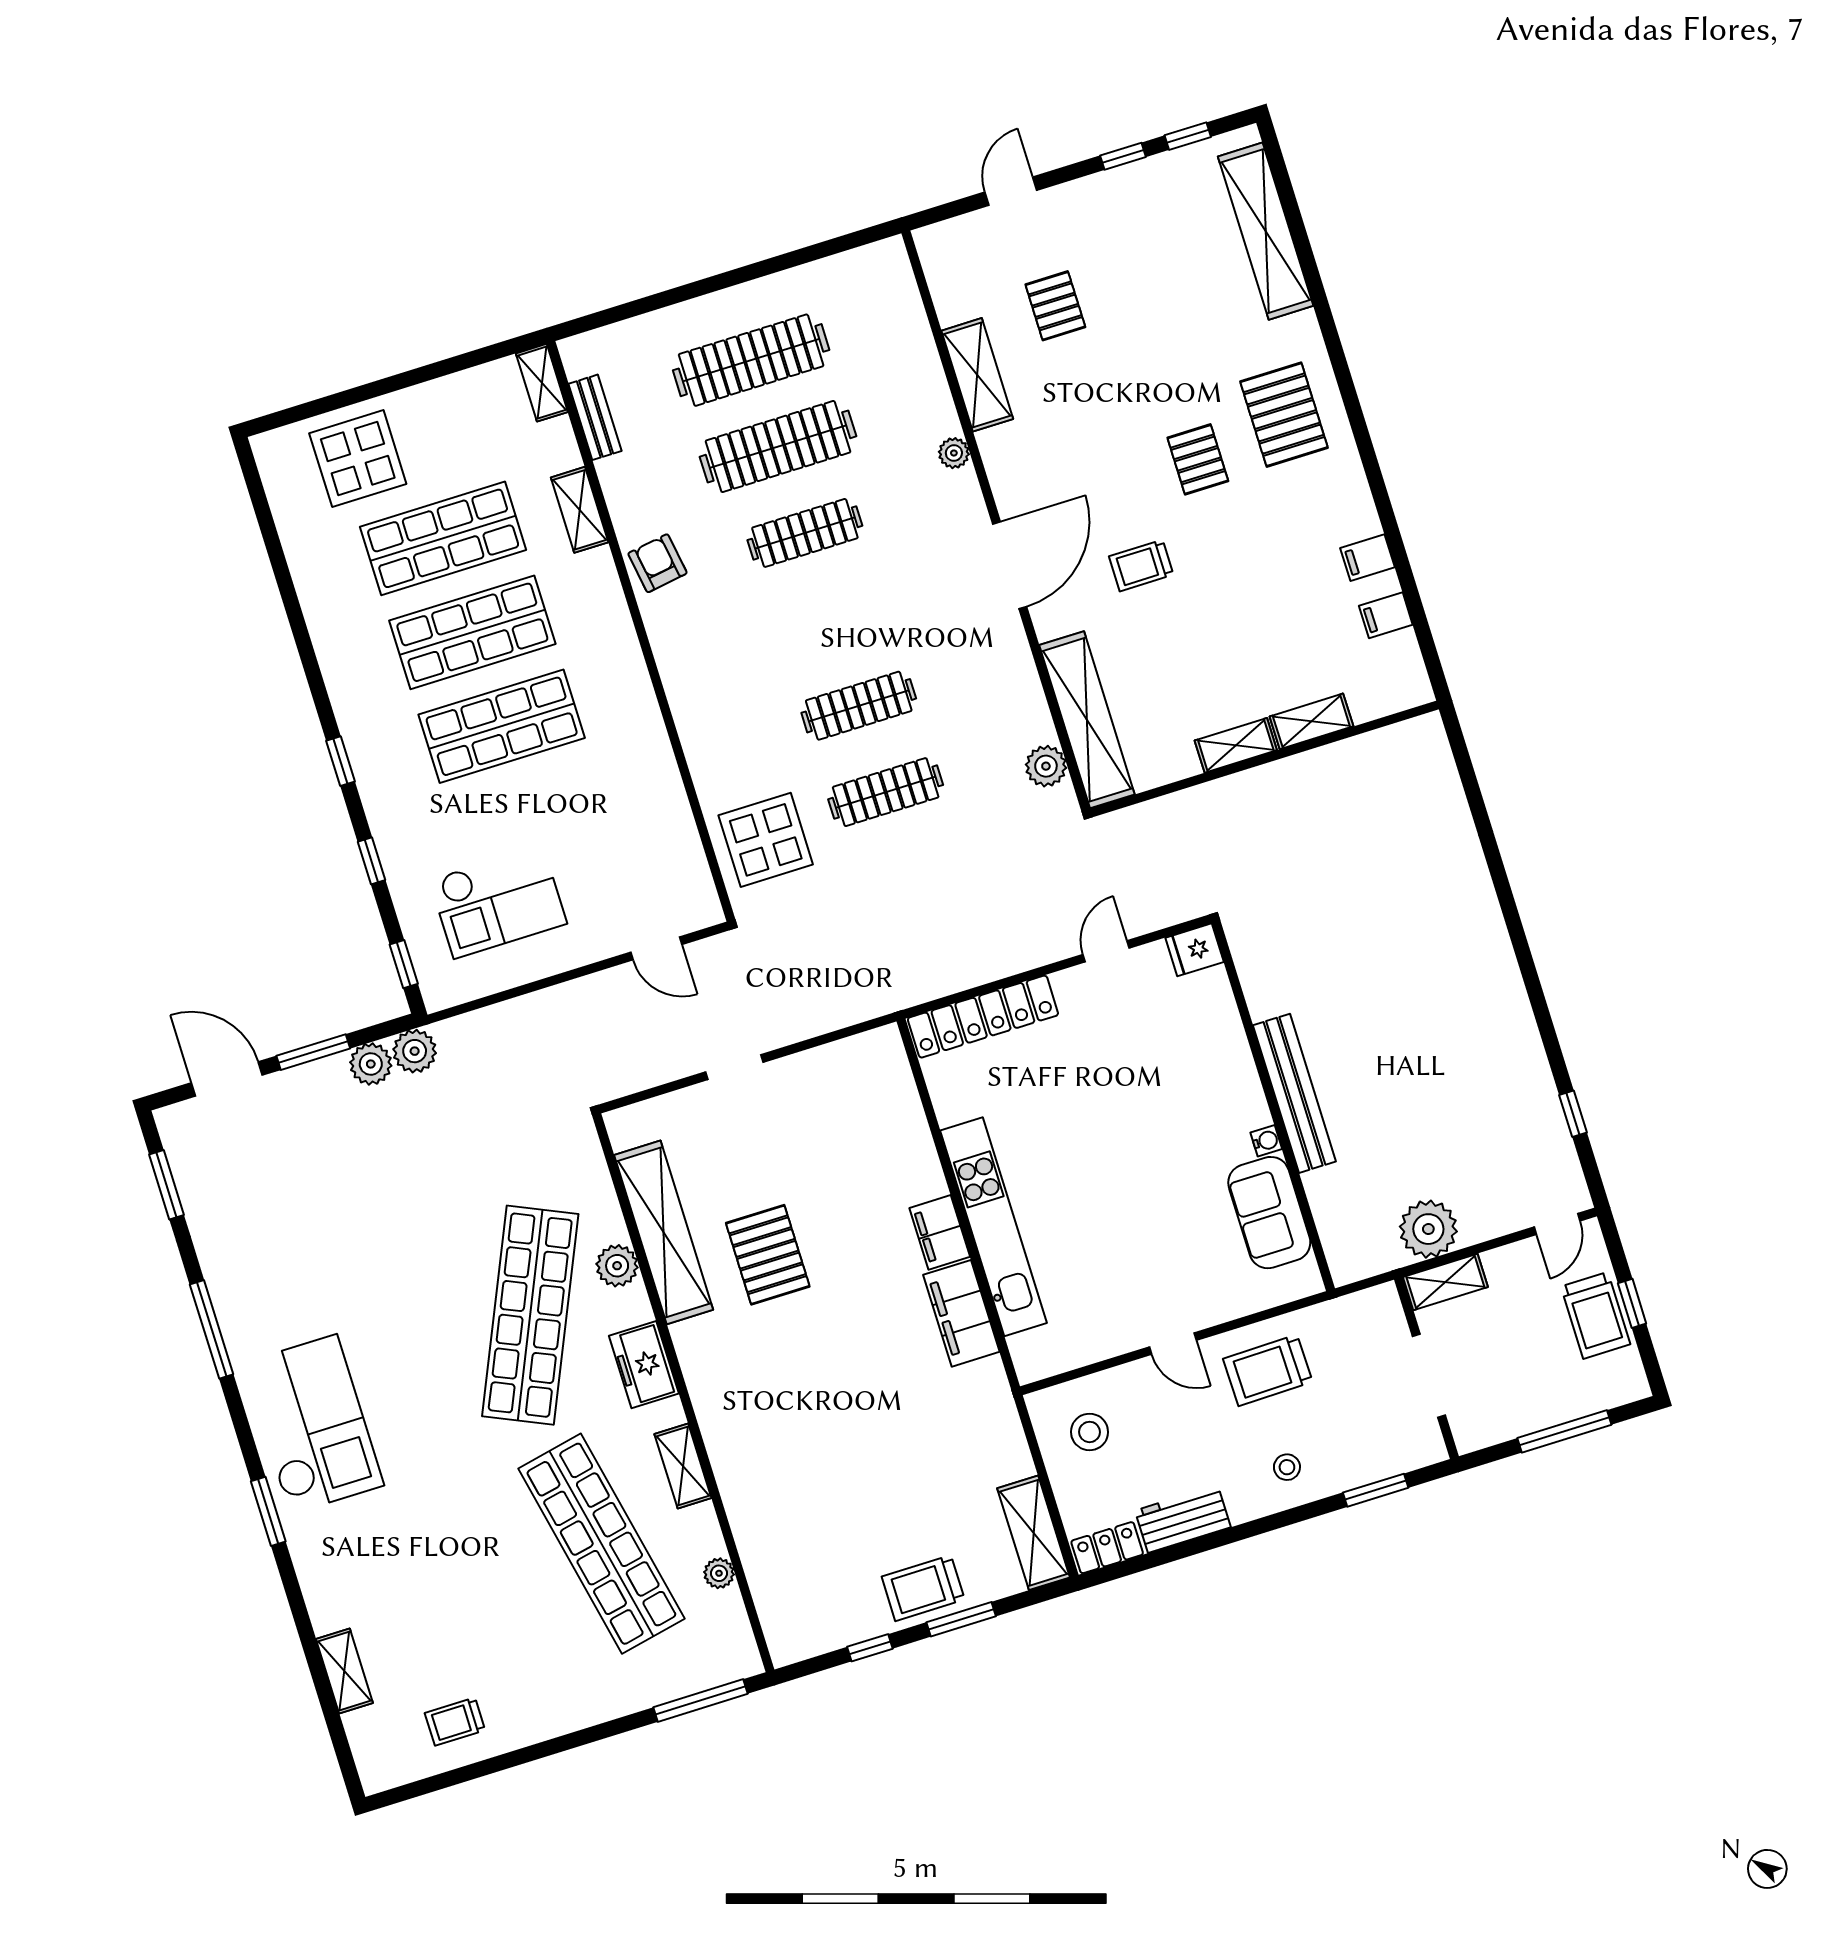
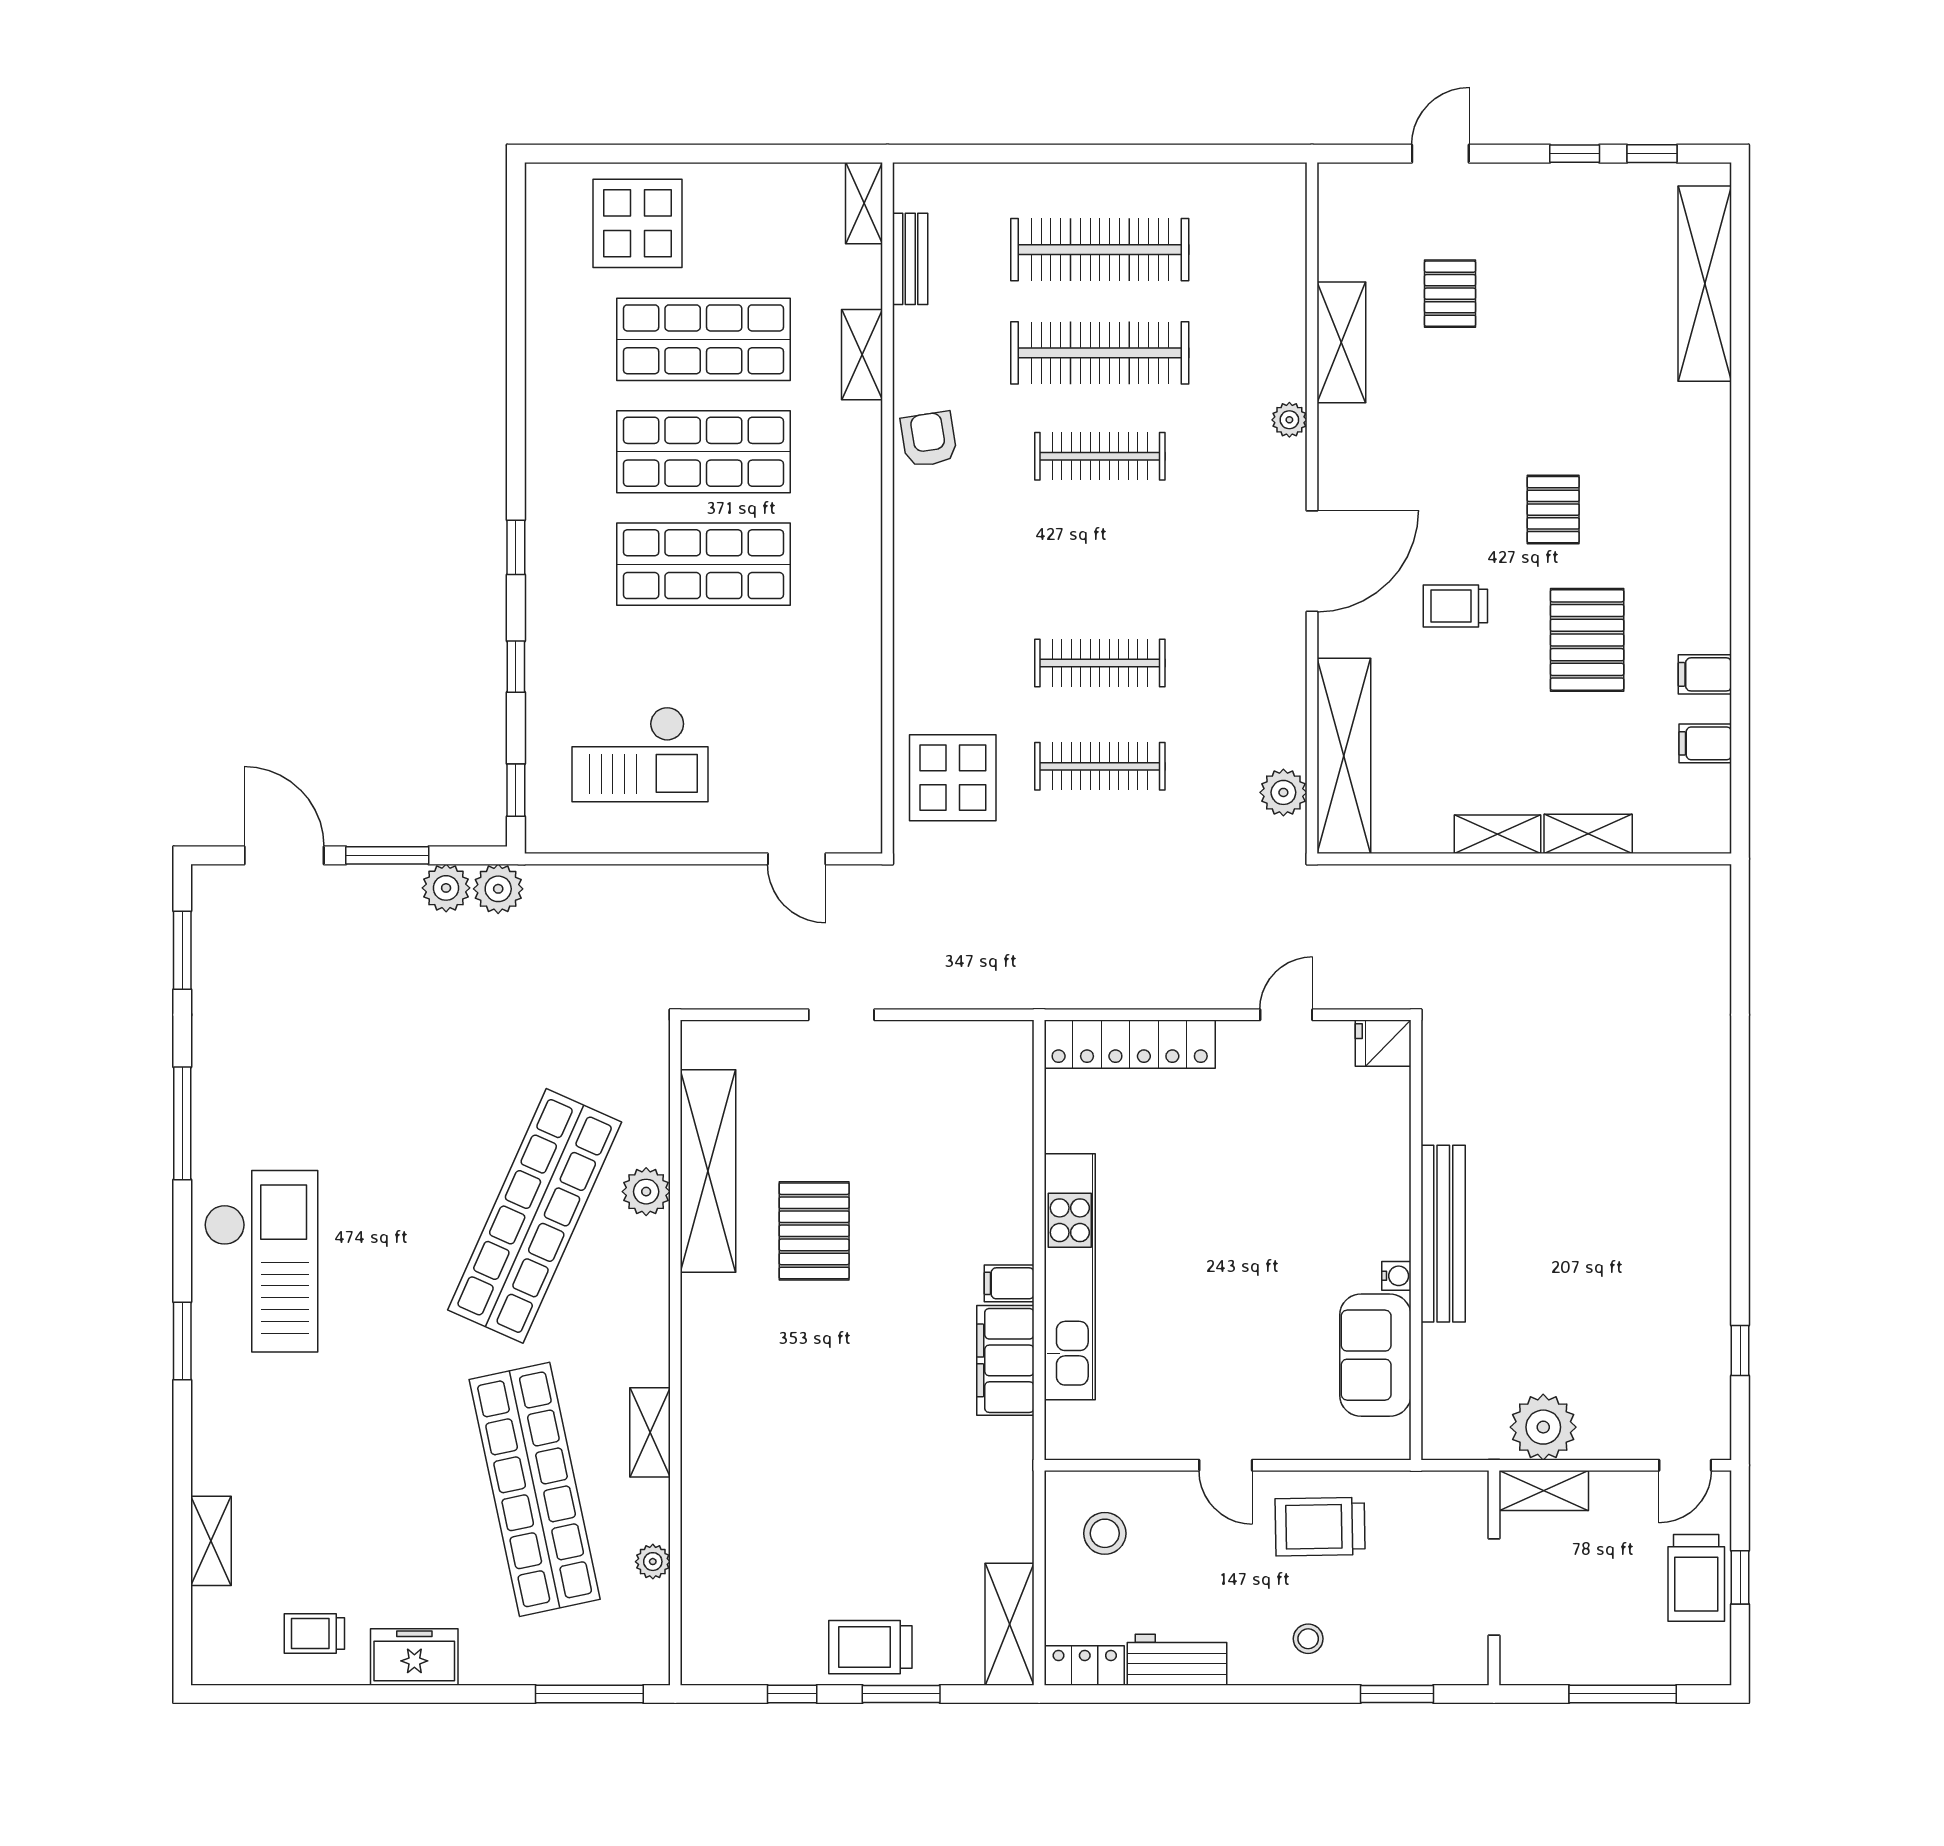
pallet: (1284, 415) -> (1587, 640), moved
filing cabinet: (940, 1232) -> (1009, 1283), width x0.50
freezer: (644, 1365) -> (414, 1657), moved, turned 90

